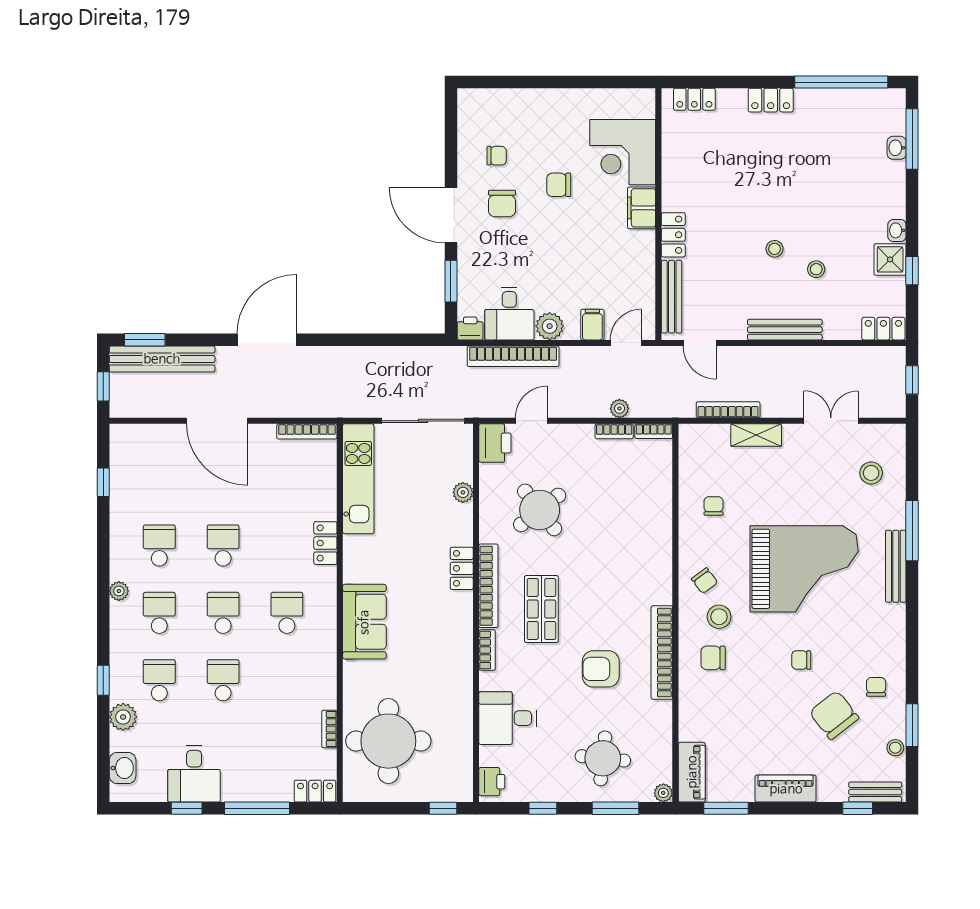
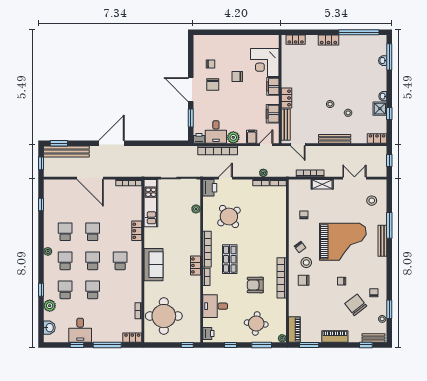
filing cabinet: (641, 271) -> (273, 114), added
locker: (462, 568) -> (195, 265), moved

